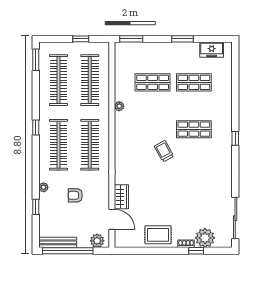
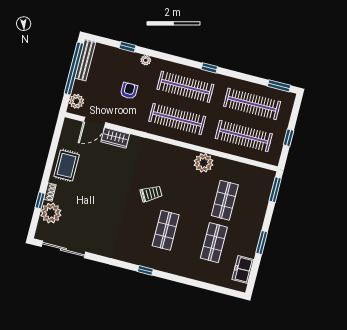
plant: (119, 106) -> (204, 163), width x1.87, depth x1.87

